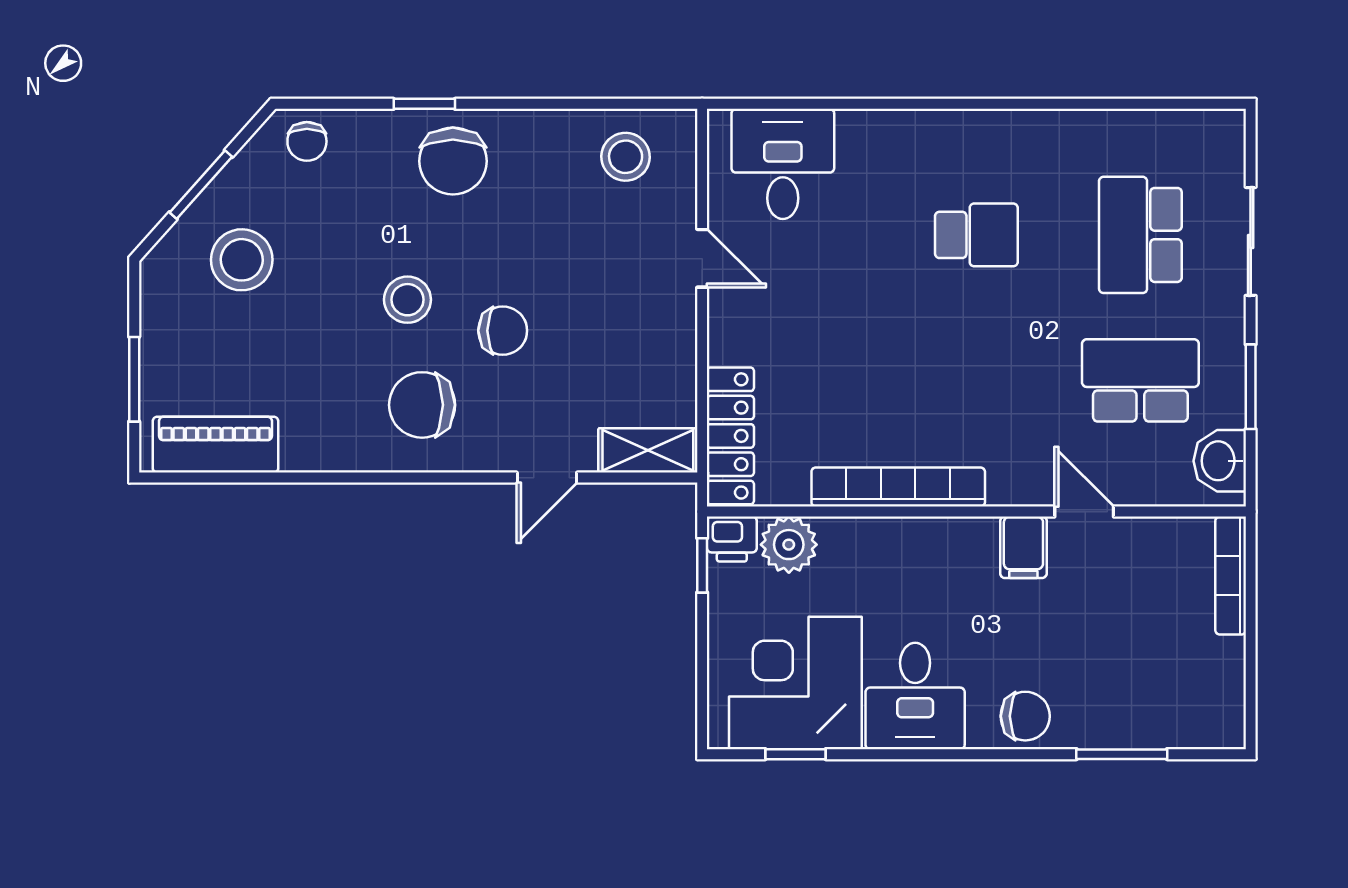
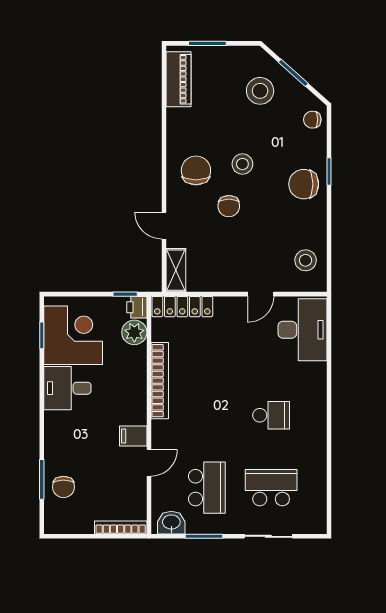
desk: (783, 164) -> (302, 330), width x1.37
school desk: (976, 235) -> (271, 415), turned -90
chair: (1025, 716) -> (63, 487), moved

